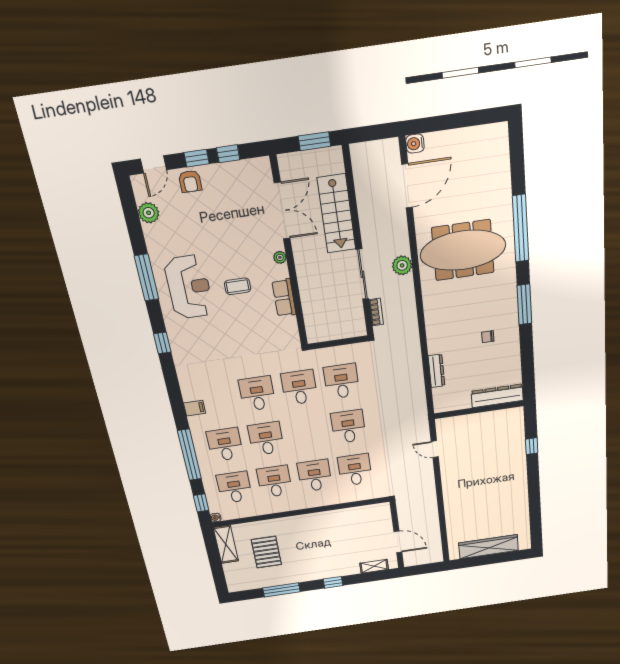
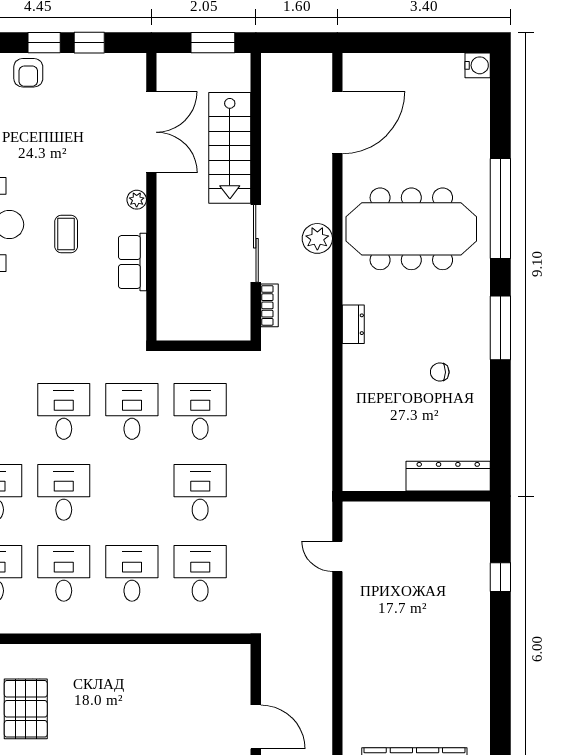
water cooler: (415, 144) -> (478, 65), moved, turned 180
coffee table: (238, 286) -> (66, 234), turned 90
dresser: (436, 371) -> (353, 324), moved, width x0.70

